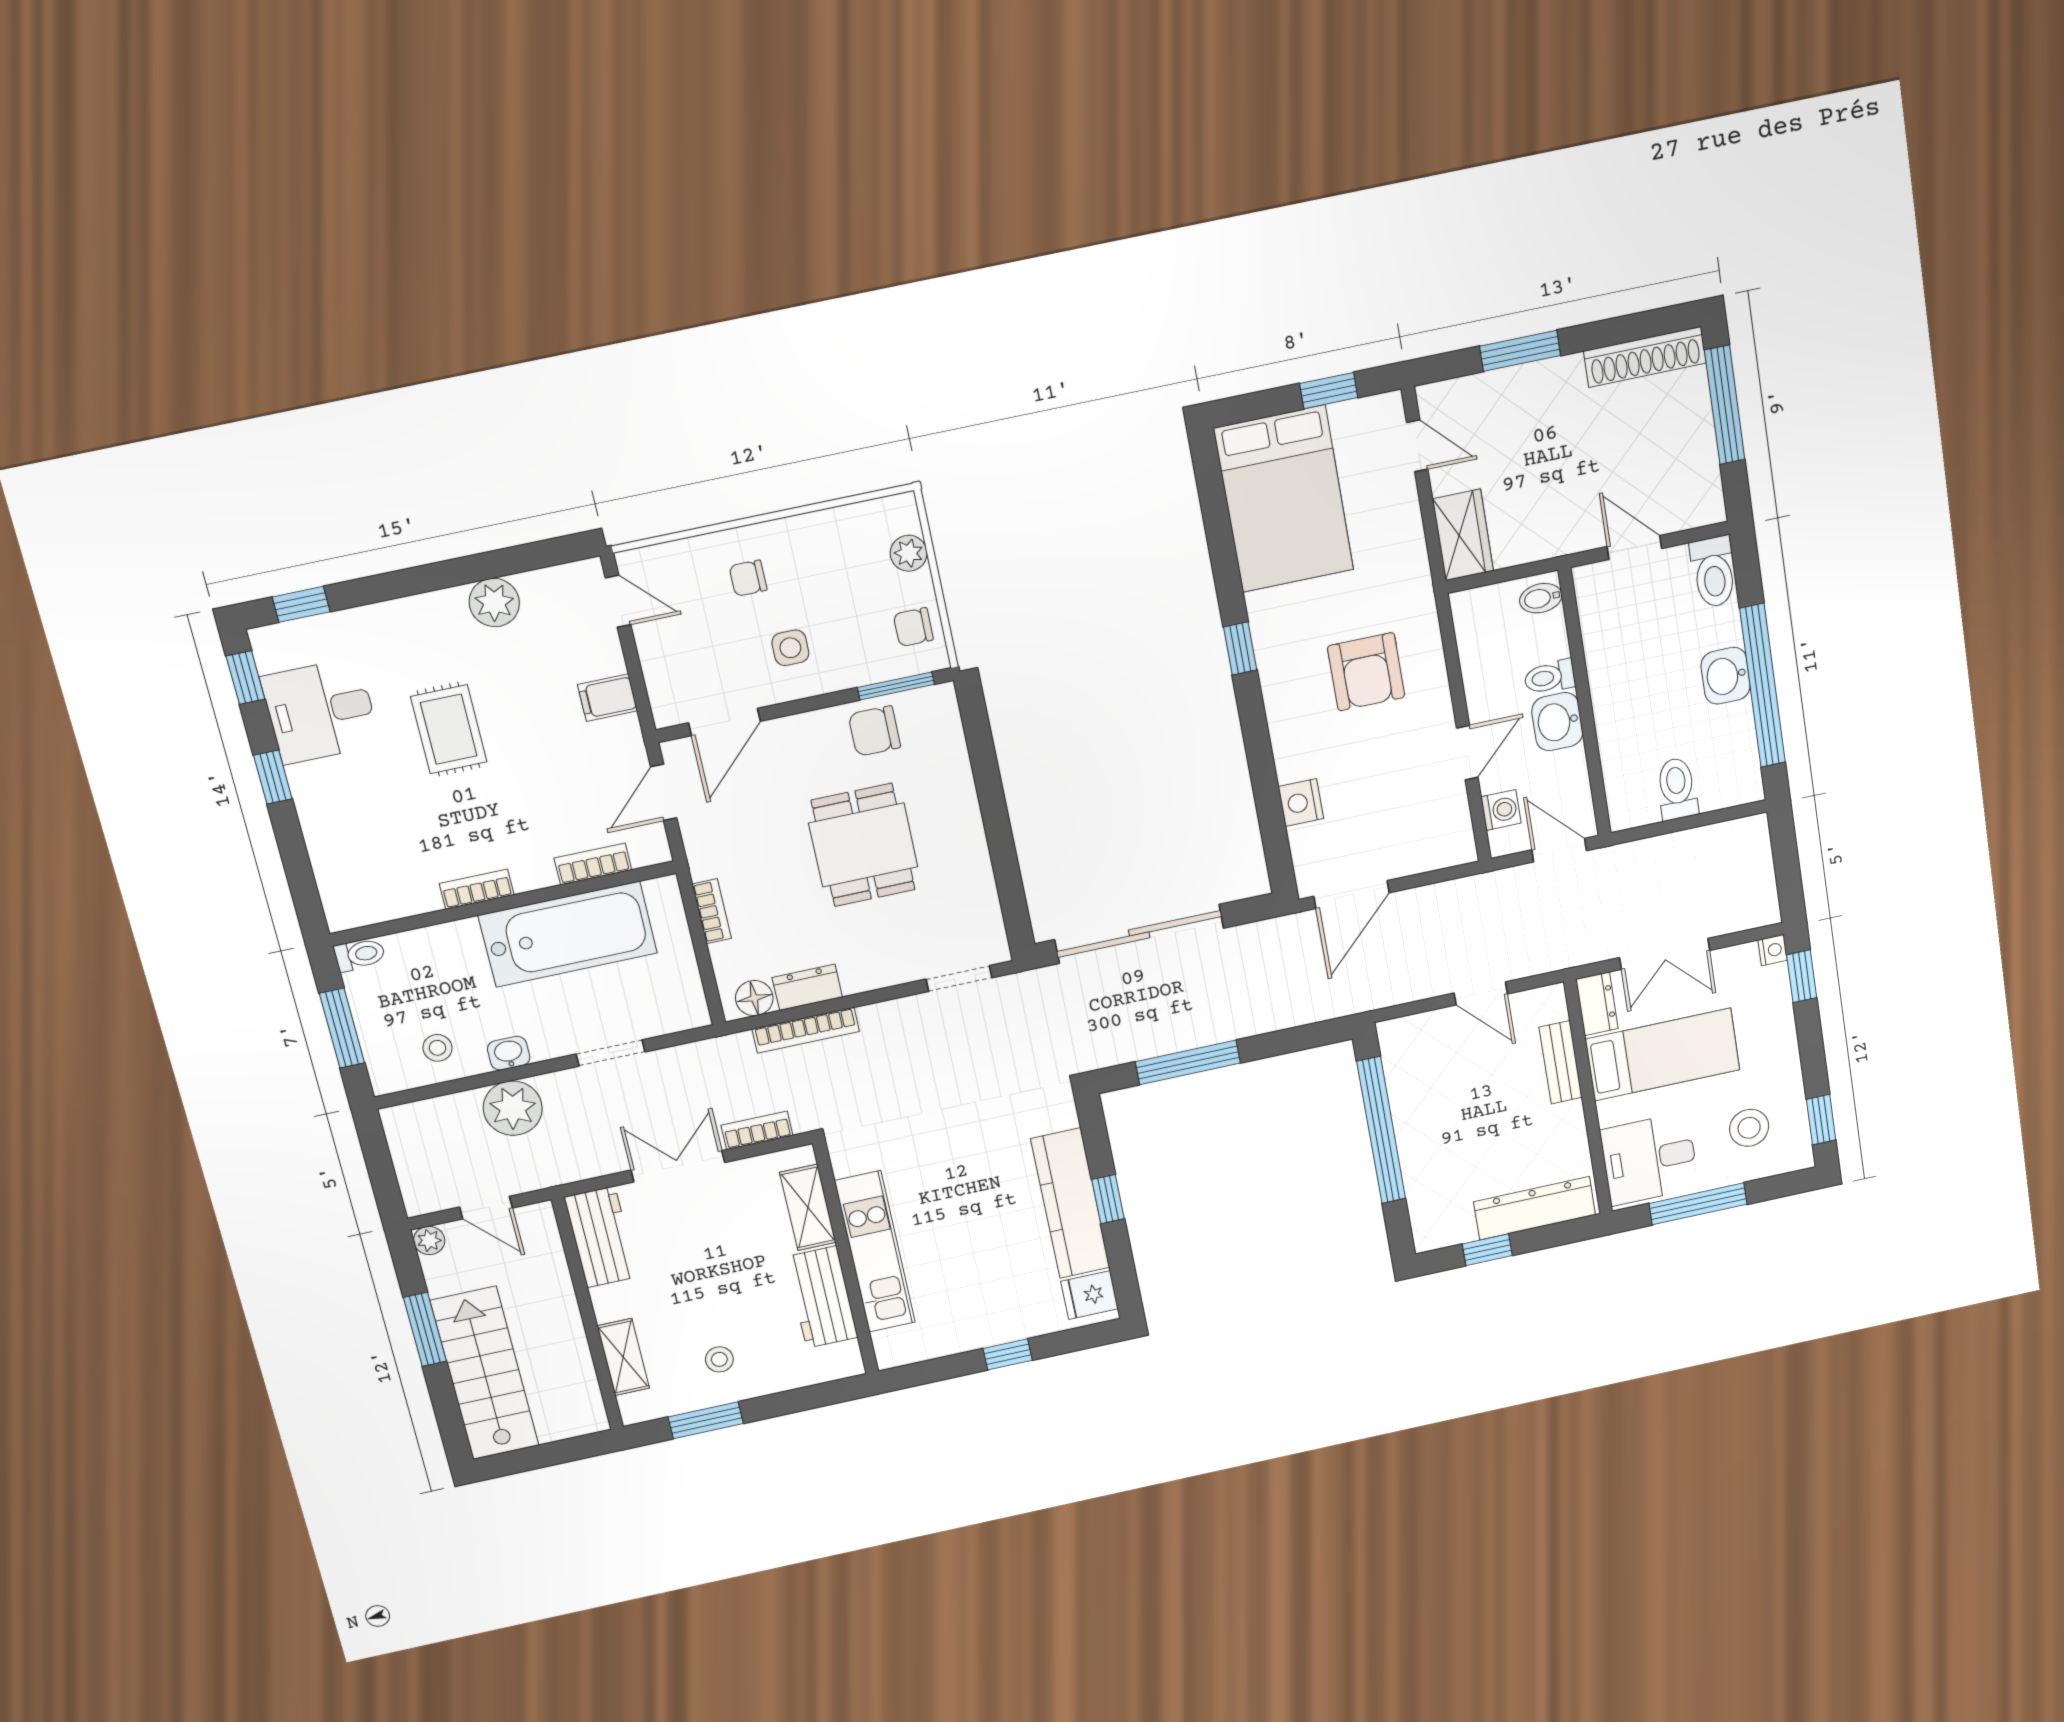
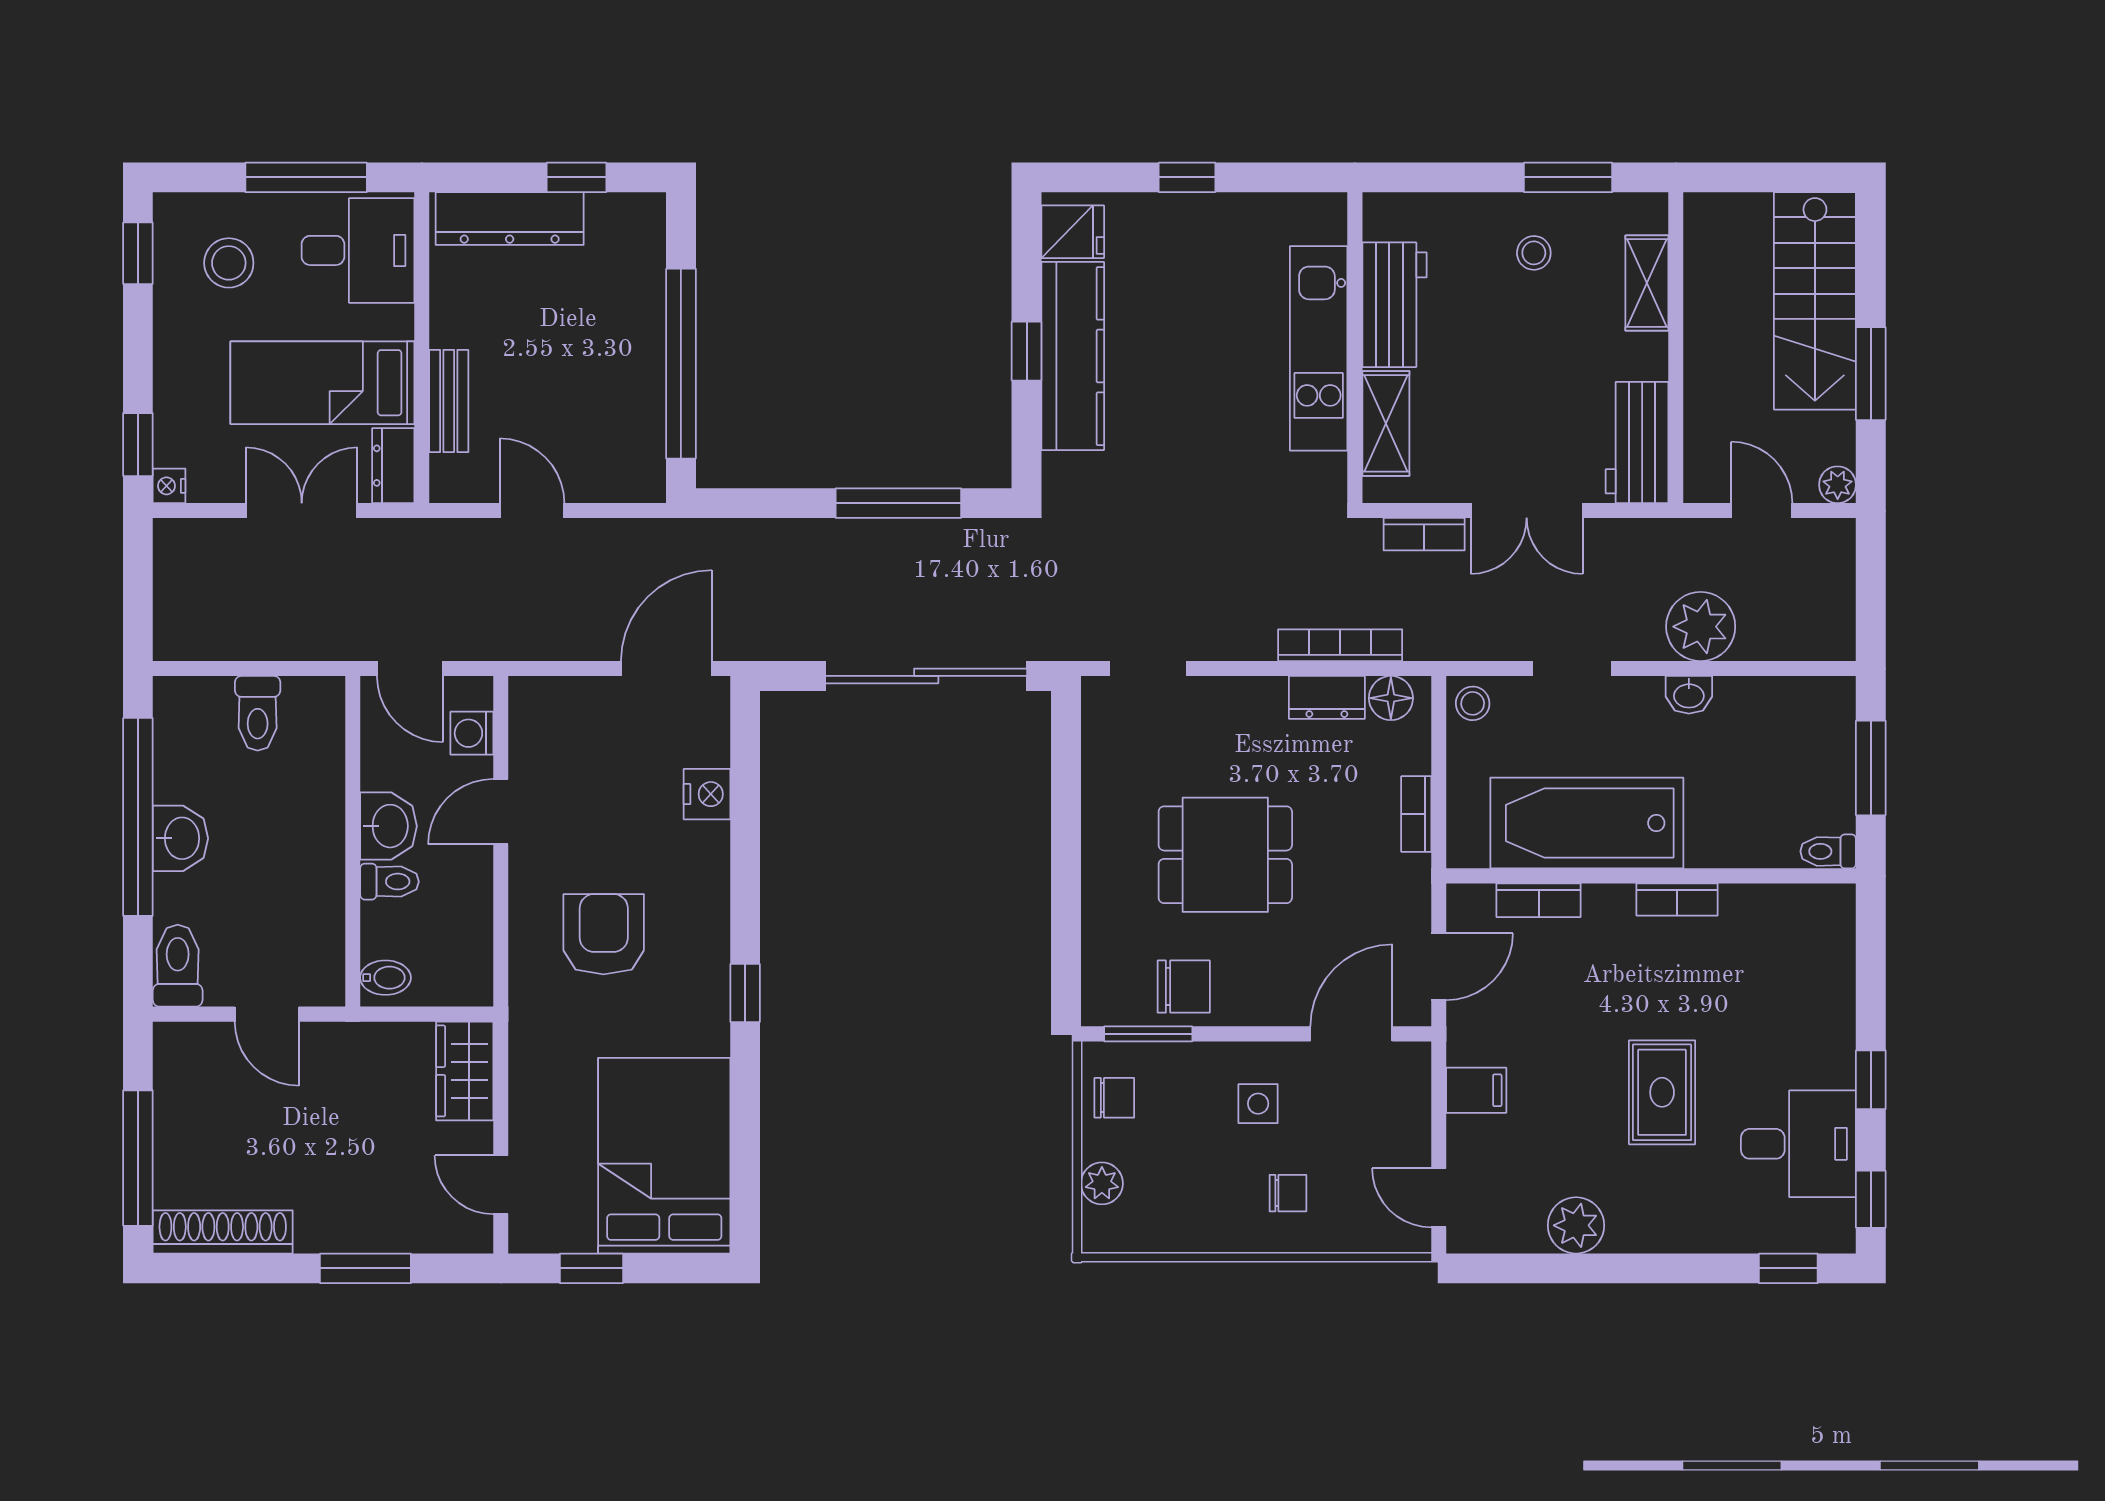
dining table: (863, 845) -> (1225, 855), turned 90
stool: (437, 1048) -> (1473, 703), moved

